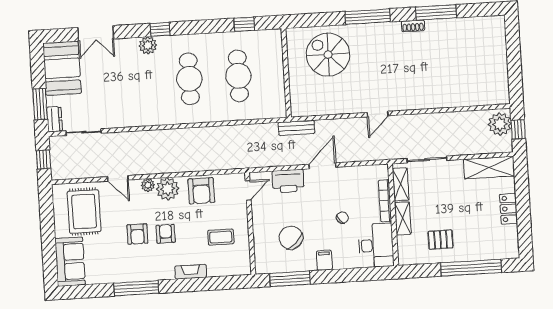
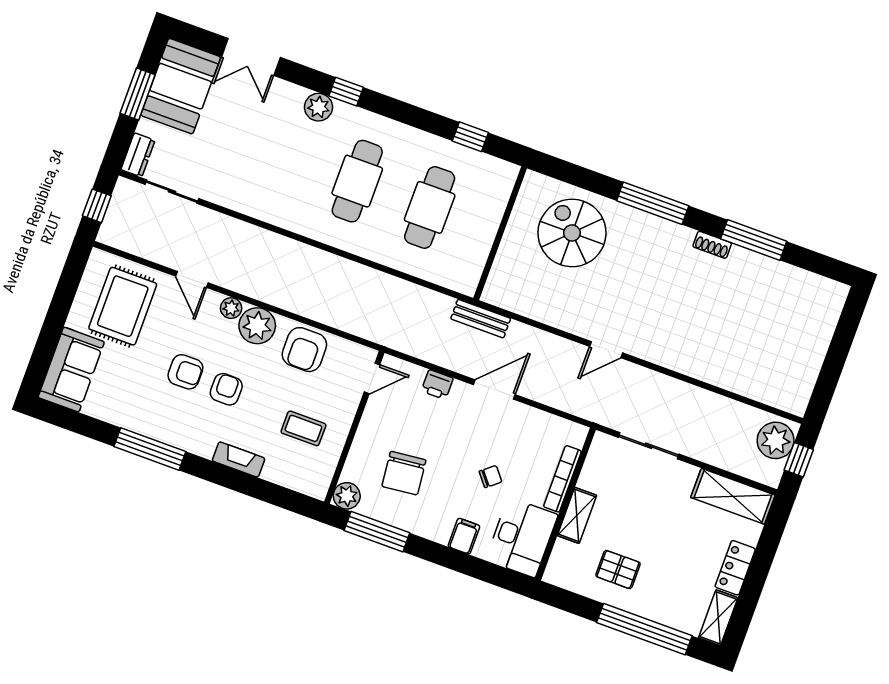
window: (40, 104) -> (138, 94), moved
printer: (288, 181) -> (437, 385), width x0.53, depth x0.68
shelving: (401, 184) -> (718, 618), moved
armchair: (137, 234) -> (185, 372), turned -90
chair: (291, 238) -> (404, 473), turned -143
filing cabinet: (324, 260) -> (464, 536), moved
plant: (263, 265) -> (347, 496), added

